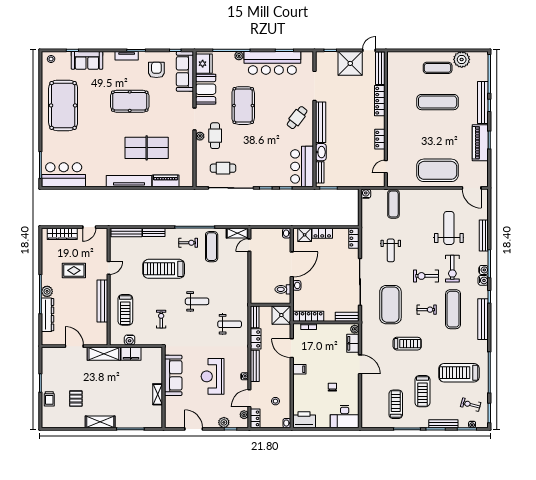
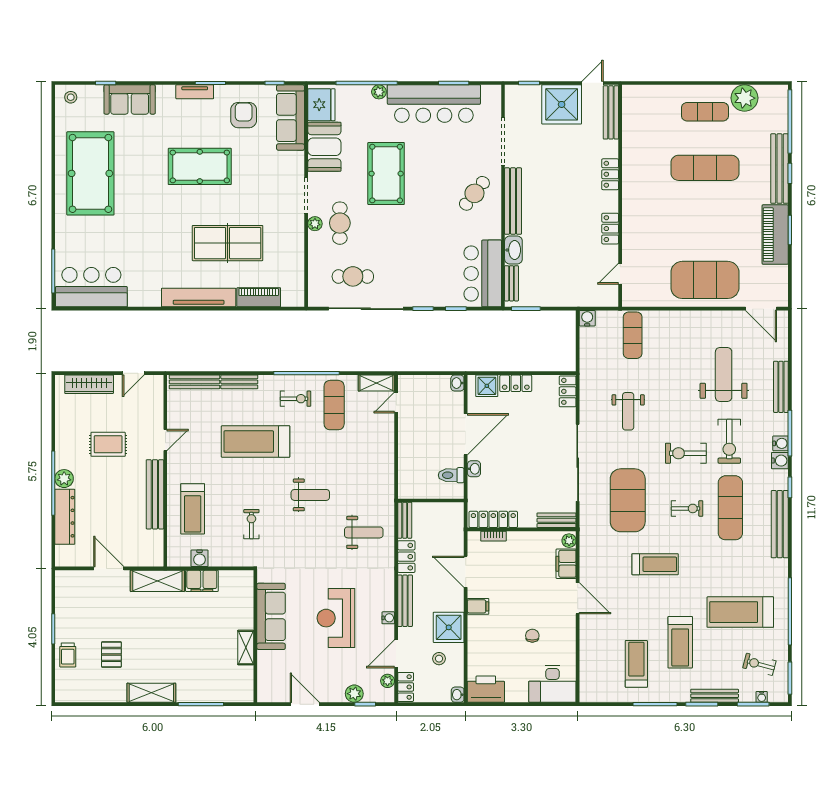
locker: (380, 101) -> (610, 174), width x0.66
shower: (281, 315) -> (449, 627), moved

